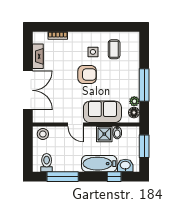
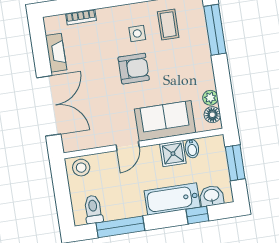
window: (144, 85) -> (215, 30), moved
door: (75, 125) -> (128, 146), hinge flipped

